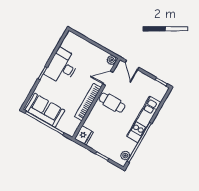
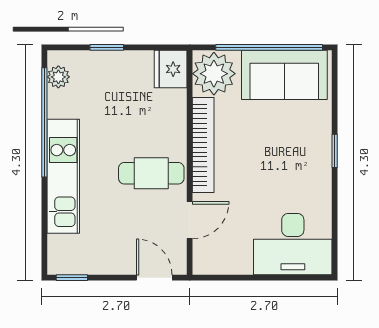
plant: (112, 60) -> (214, 74), moved, width x1.87, depth x1.87
desk: (62, 66) -> (293, 244), moved, turned 90

